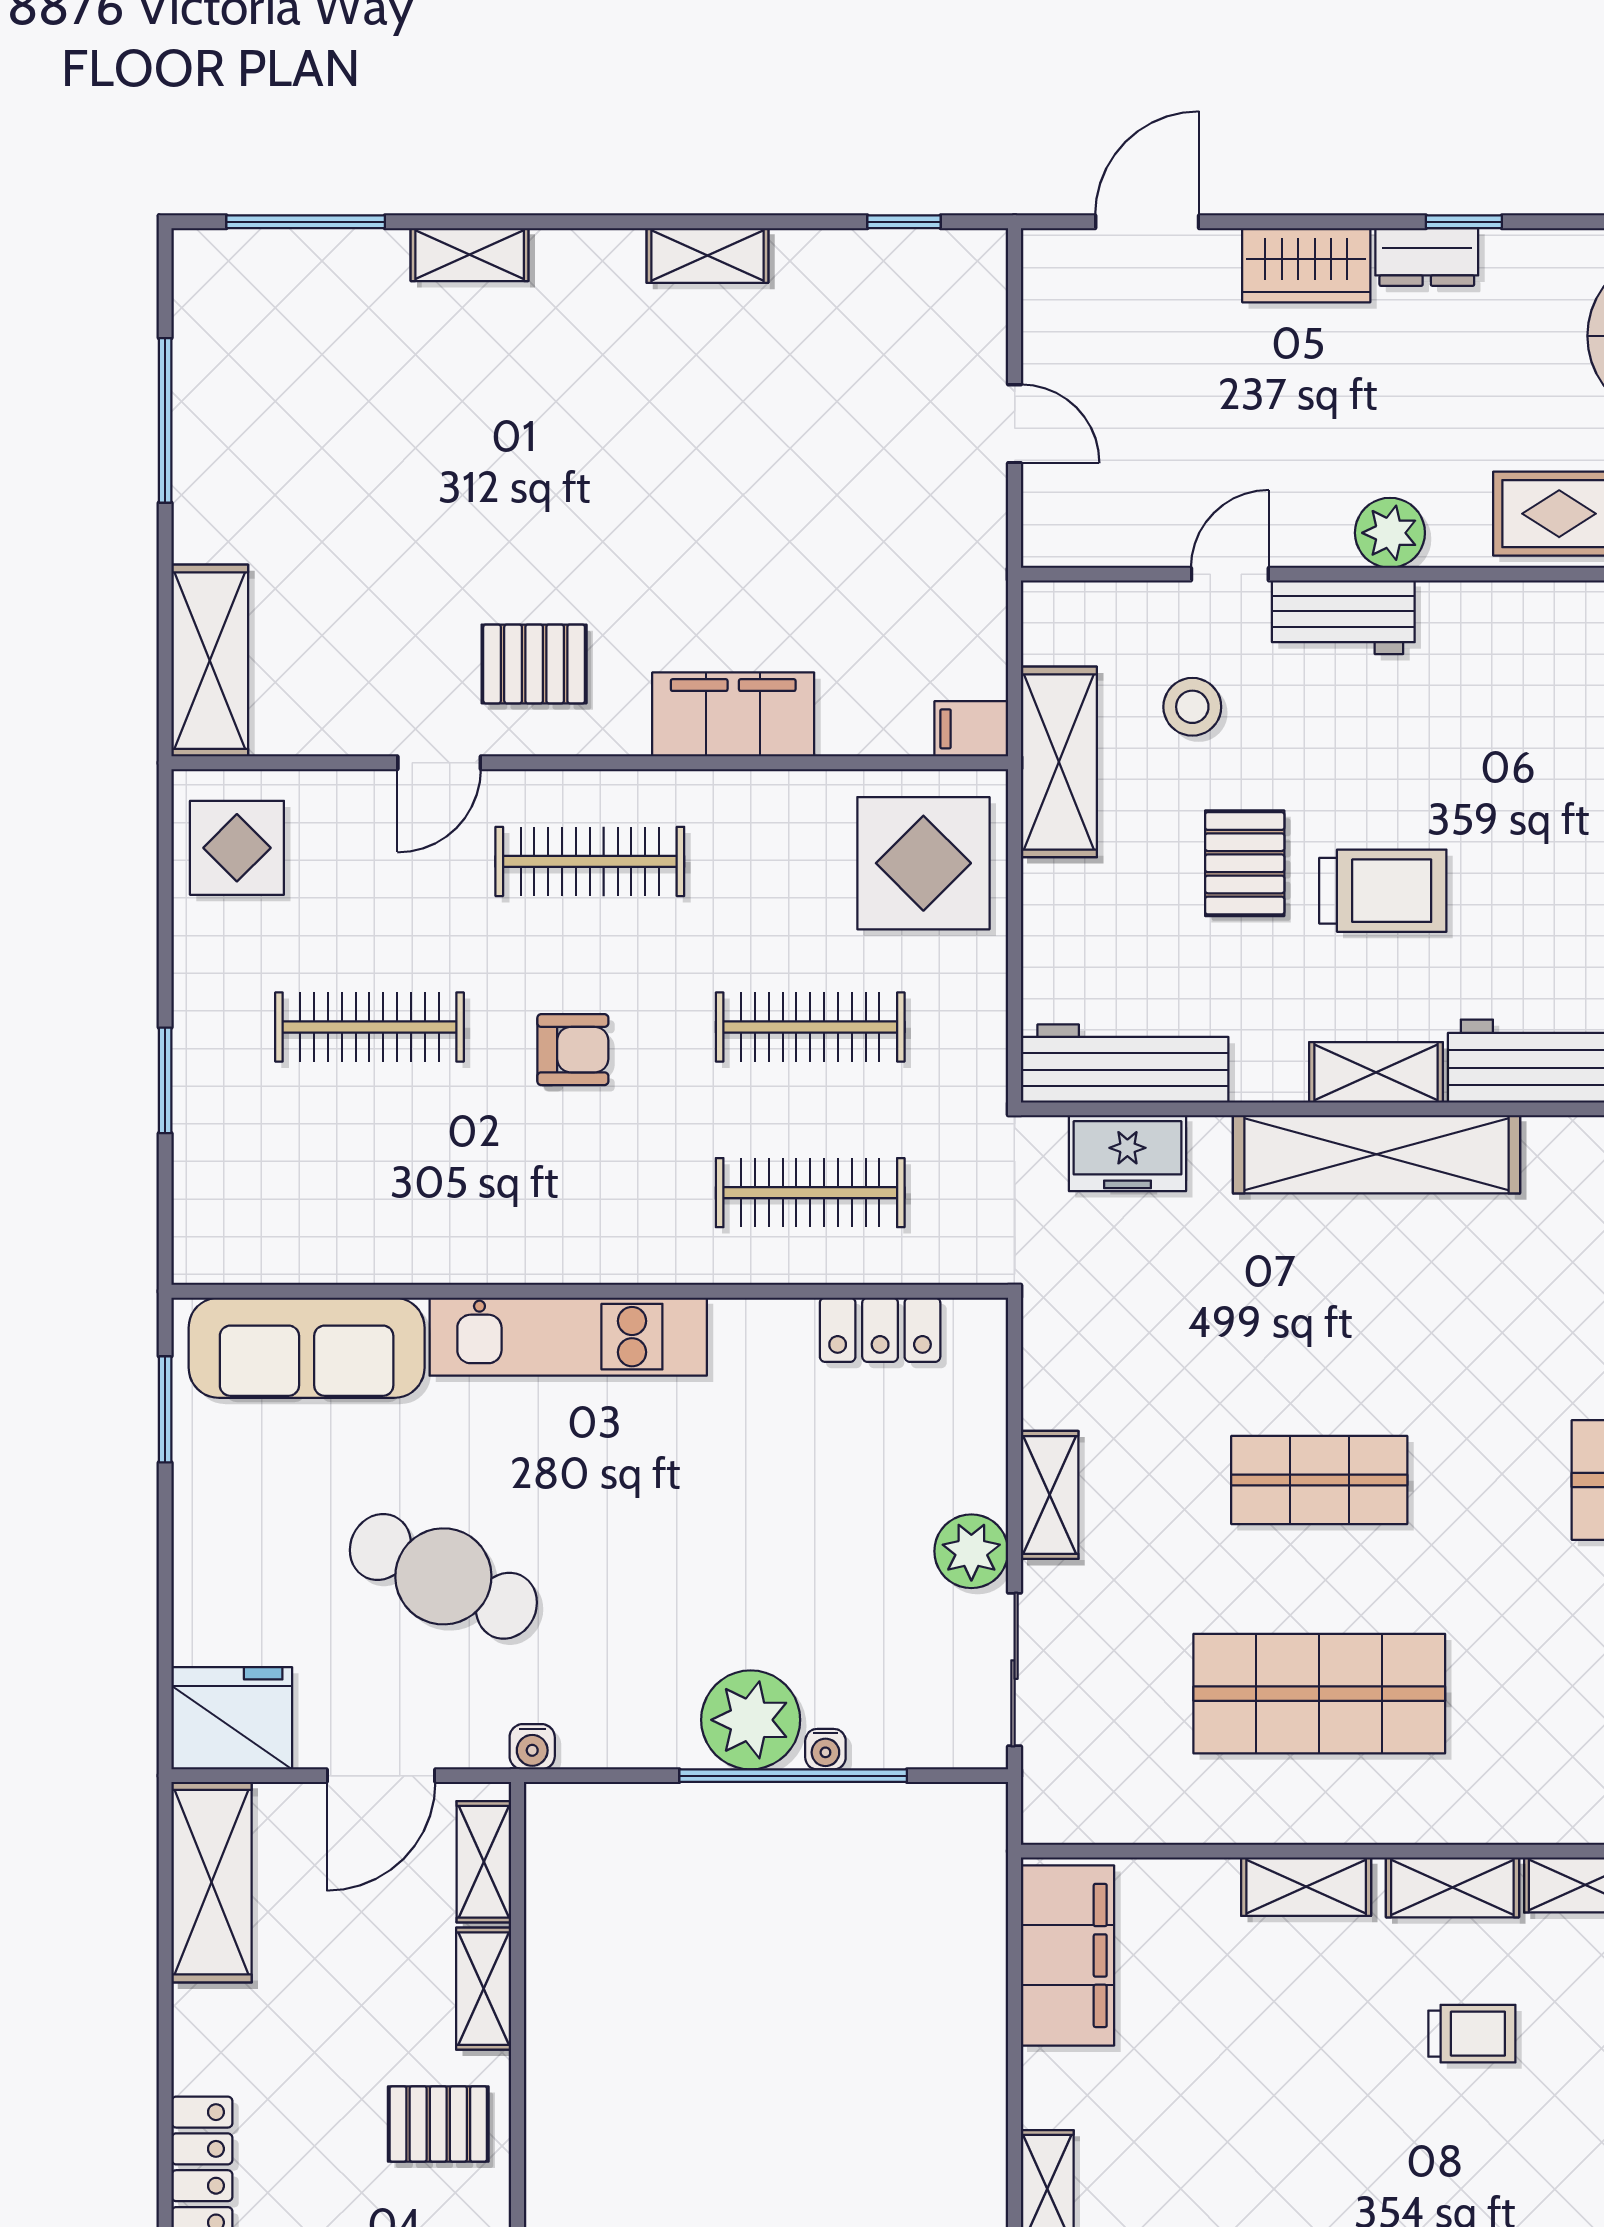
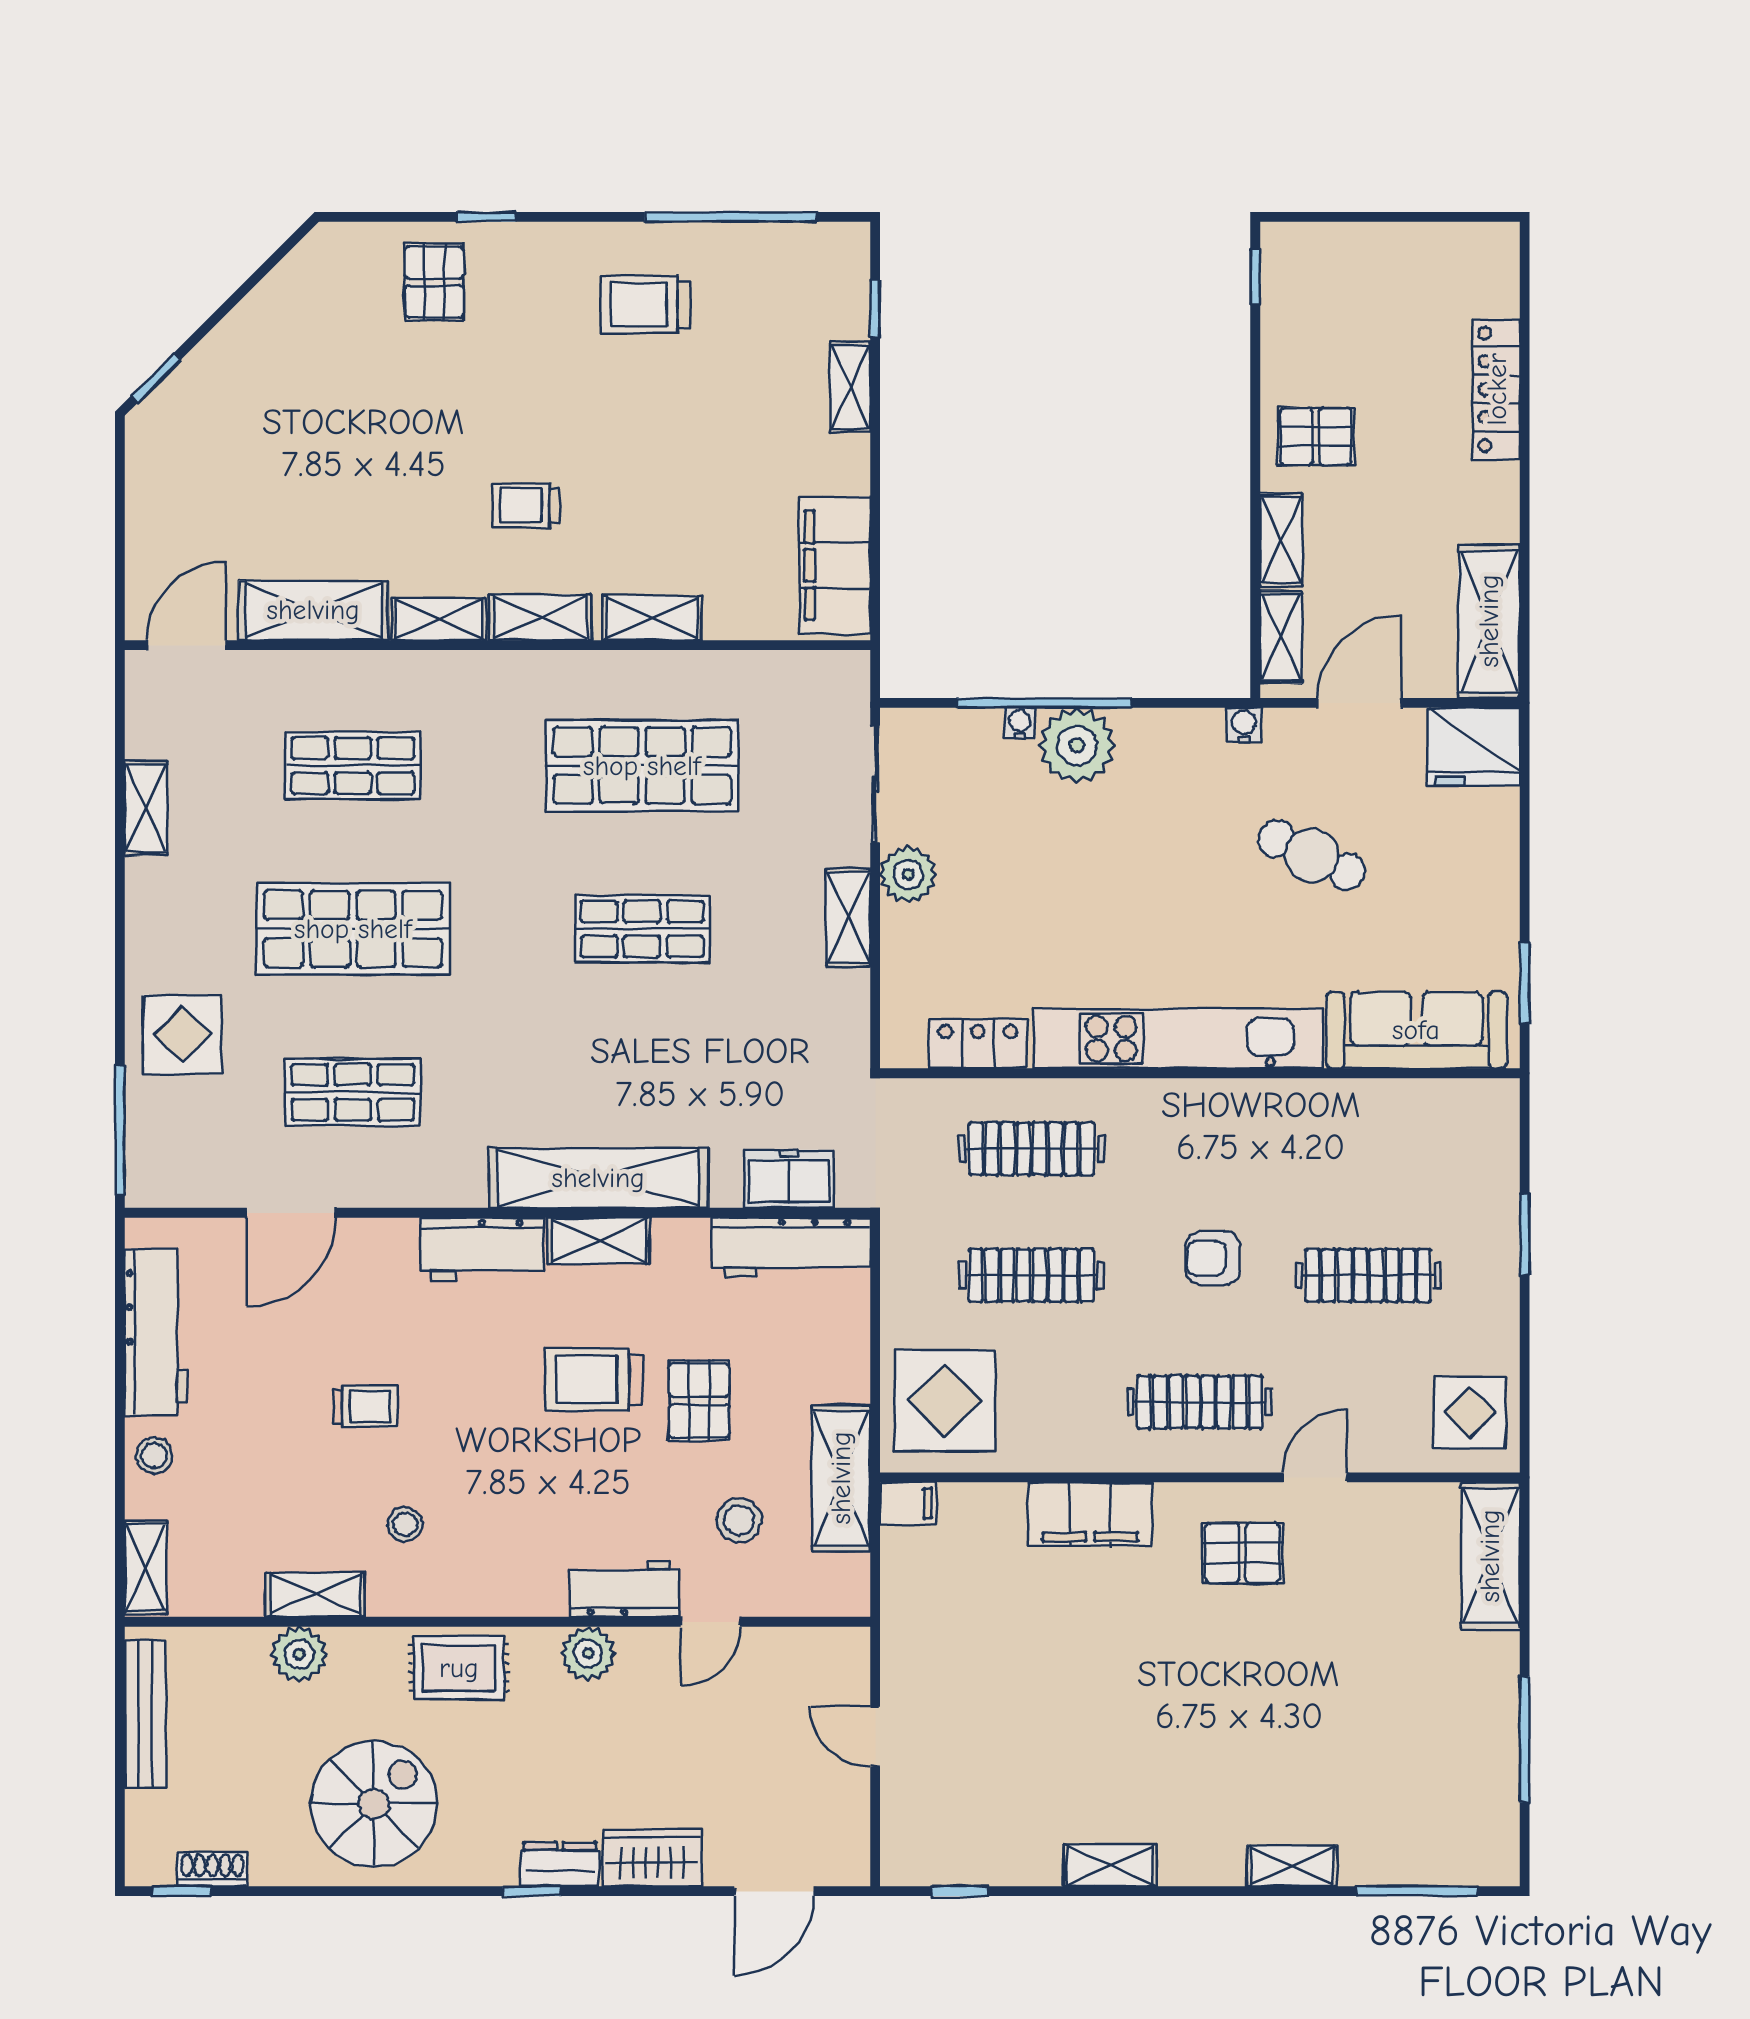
kitchen unit: (568, 1337) -> (1178, 1039), width x1.36
cafe table: (443, 1576) -> (1312, 855), width x0.73, depth x0.74

